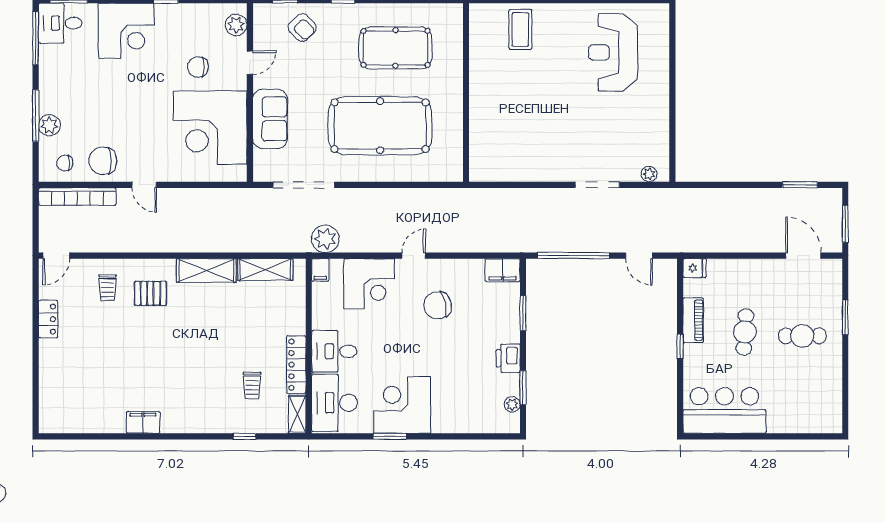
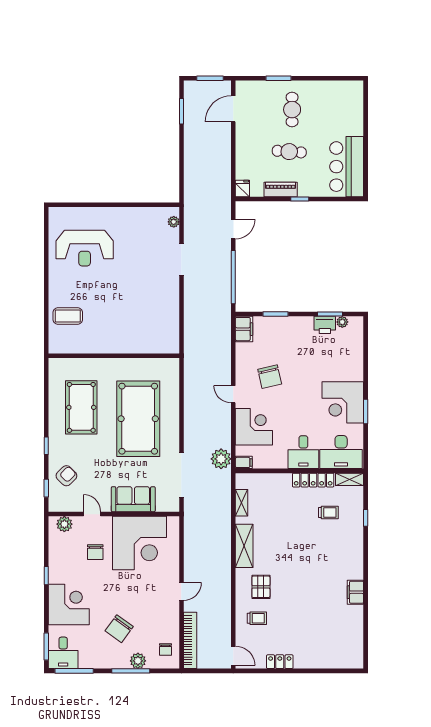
chair: (103, 161) -> (119, 629), moved, turned 36
shelving: (265, 270) -> (241, 503), width x0.67, depth x0.75
printer: (508, 358) -> (325, 325), moved

